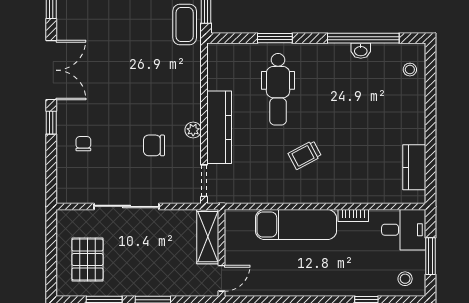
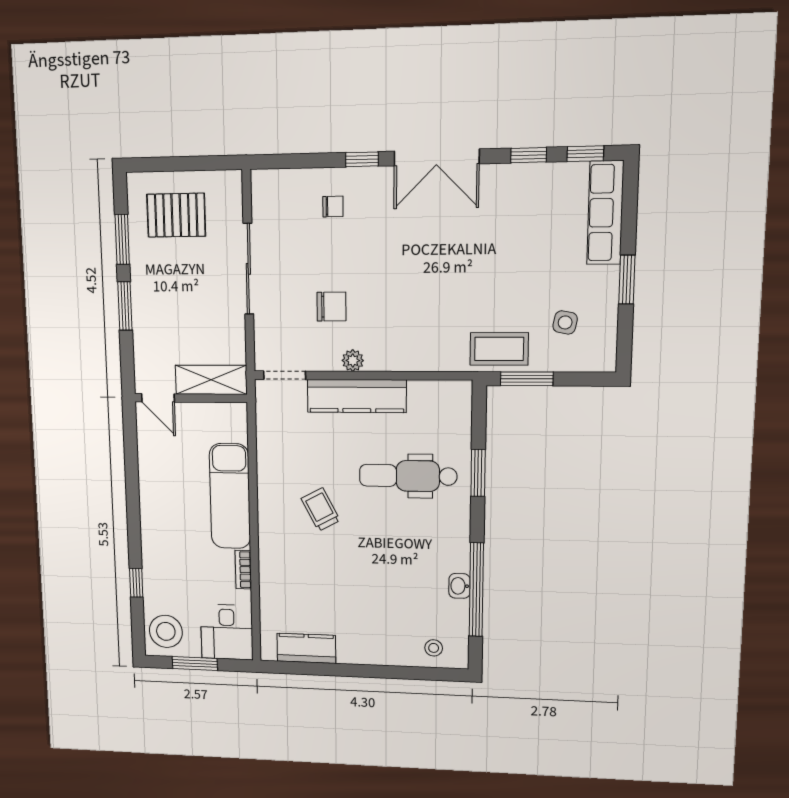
chair: (154, 145) -> (331, 307), turned 90
stool: (405, 279) -> (166, 631), width x1.89, depth x1.89

